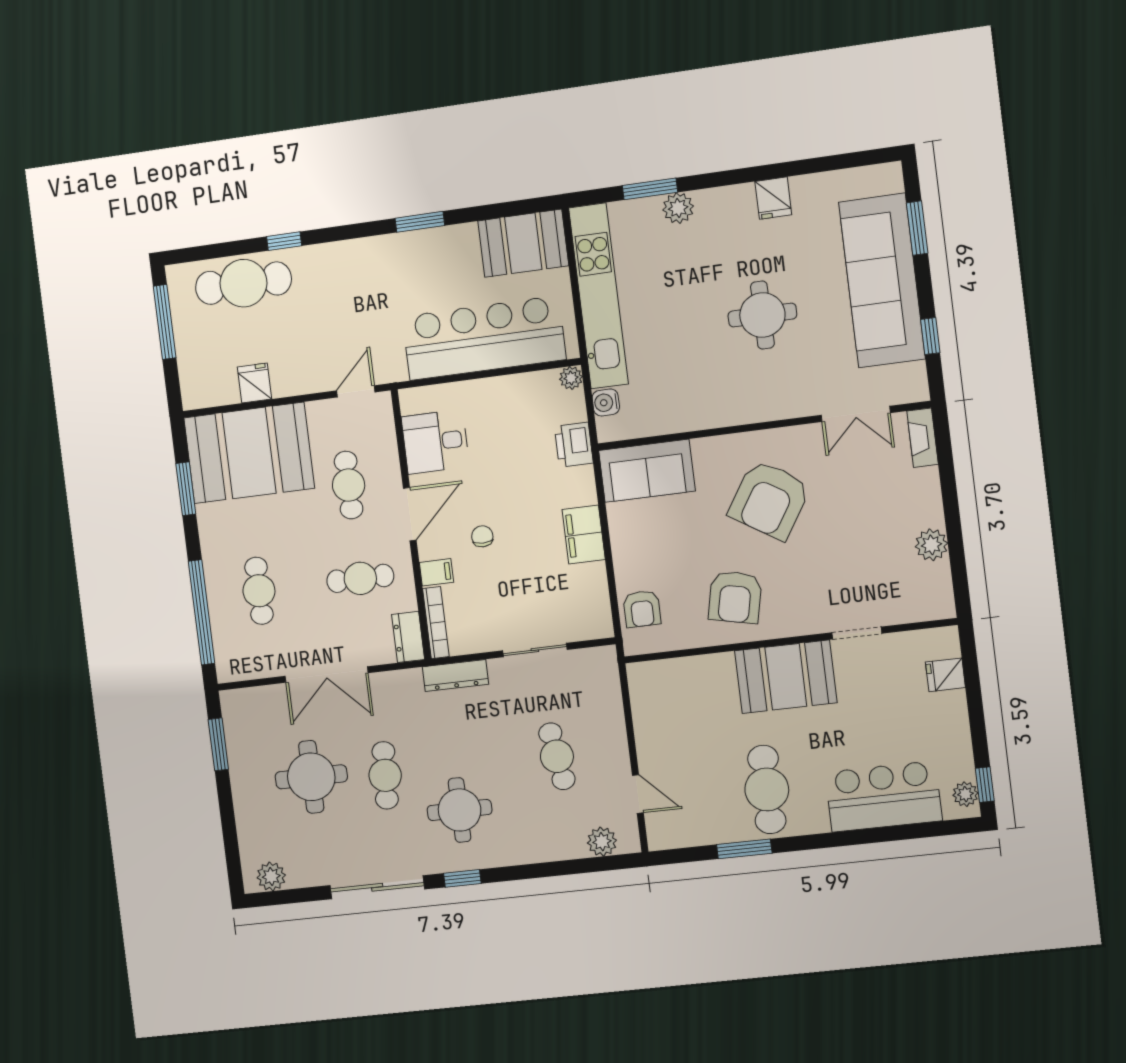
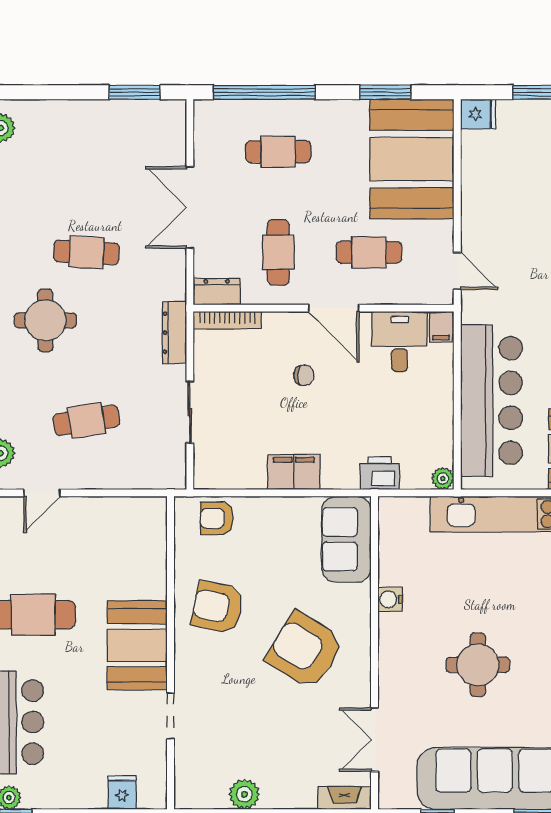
fridge: (254, 383) -> (478, 114), moved
water cooler: (606, 402) -> (390, 599), moved, turned -90
filing cabinet: (436, 572) -> (441, 327), moved
round table: (311, 777) -> (93, 180), removed

